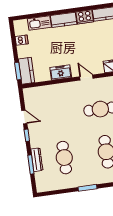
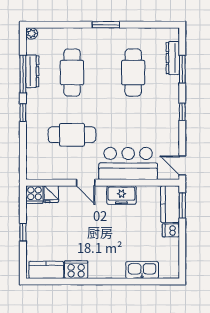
kitchen counter: (64, 20) -> (107, 270), removed
dishwasher: (22, 40) -> (171, 230), moved
bar counter: (59, 95) -> (128, 163), added
door: (24, 117) -> (182, 166), moved
dresser: (37, 160) -> (173, 58), moved

